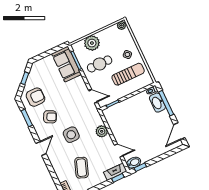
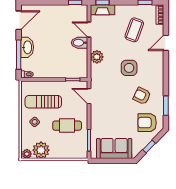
plant: (92, 43) -> (41, 150), moved
sofa: (66, 64) -> (114, 149), moved, turned -90
washbasin: (157, 103) -> (27, 47), moved
door: (41, 149) -> (166, 43), moved
bidet: (134, 163) -> (79, 43), moved

